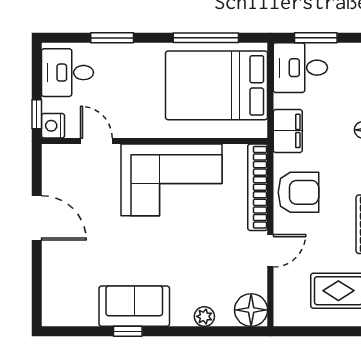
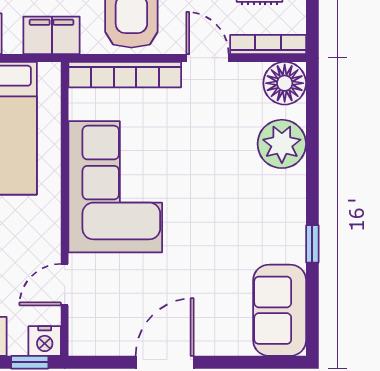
bookcase: (281, 297) -> (268, 45), added
sofa: (134, 306) -> (280, 310), moved
plant: (204, 316) -> (282, 144), width x1.88, depth x1.88

